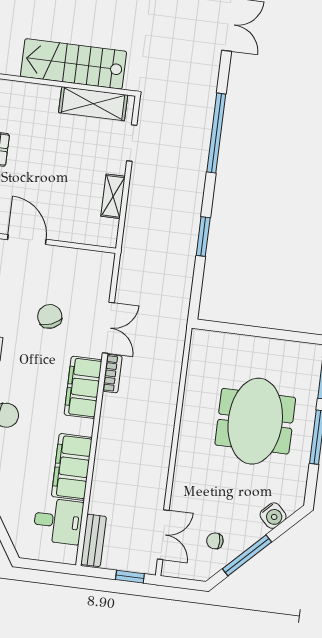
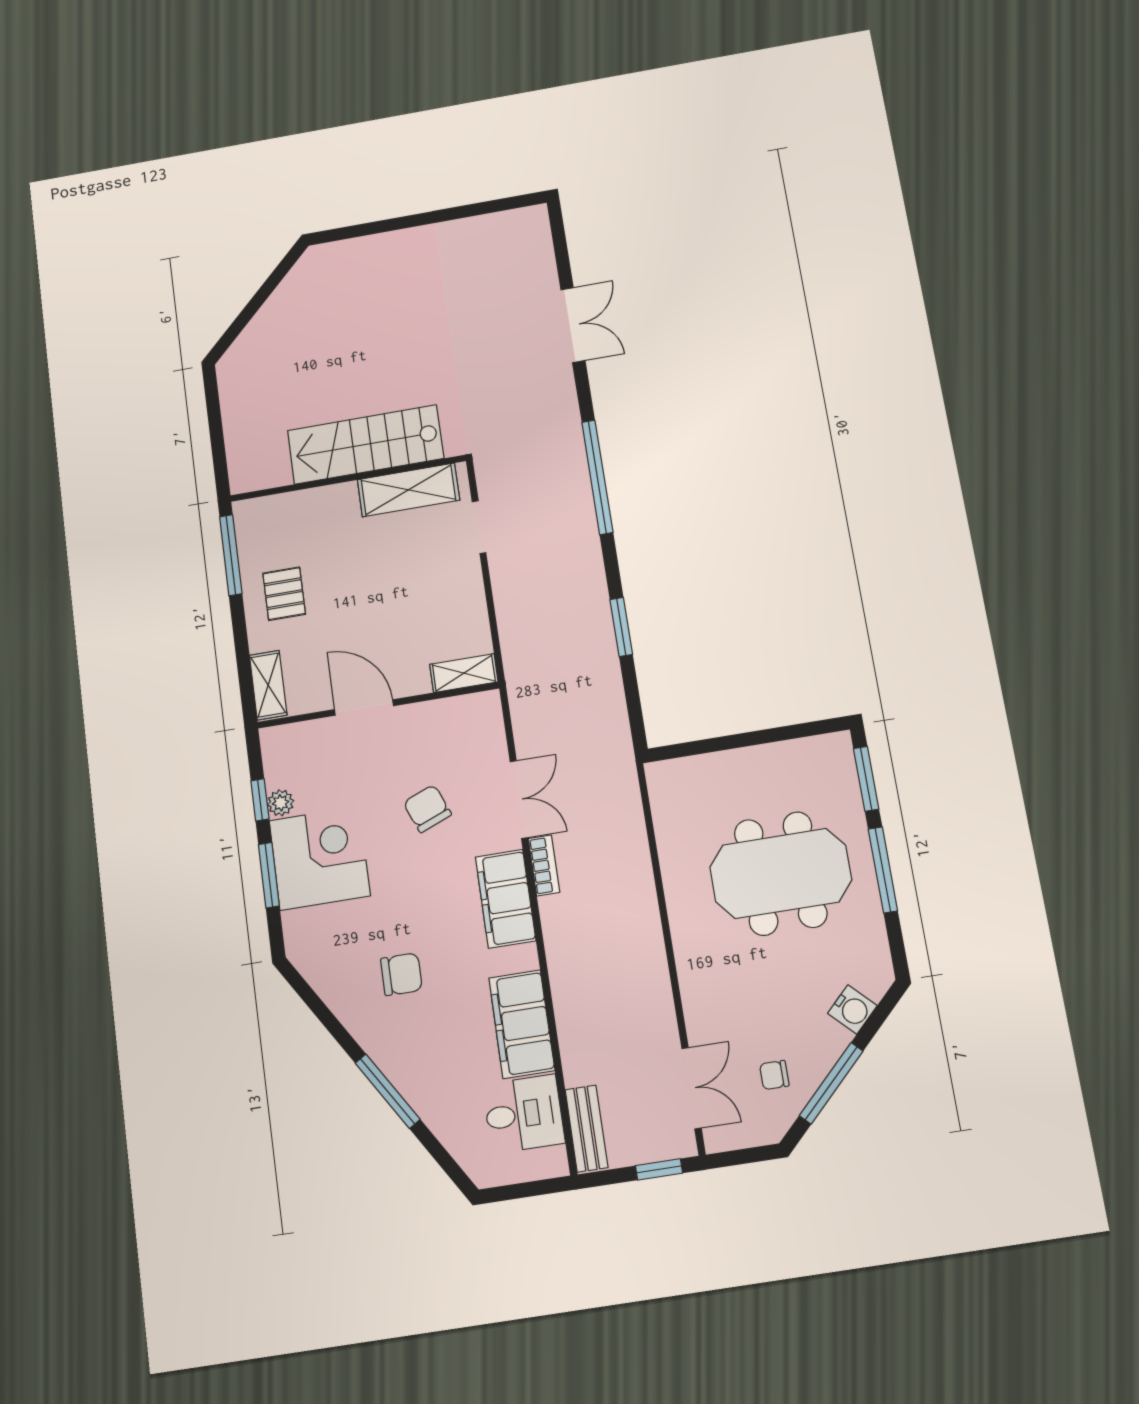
shelving: (113, 196) -> (464, 673), moved, turned 90
meeting table: (255, 421) -> (781, 873), turned 90

